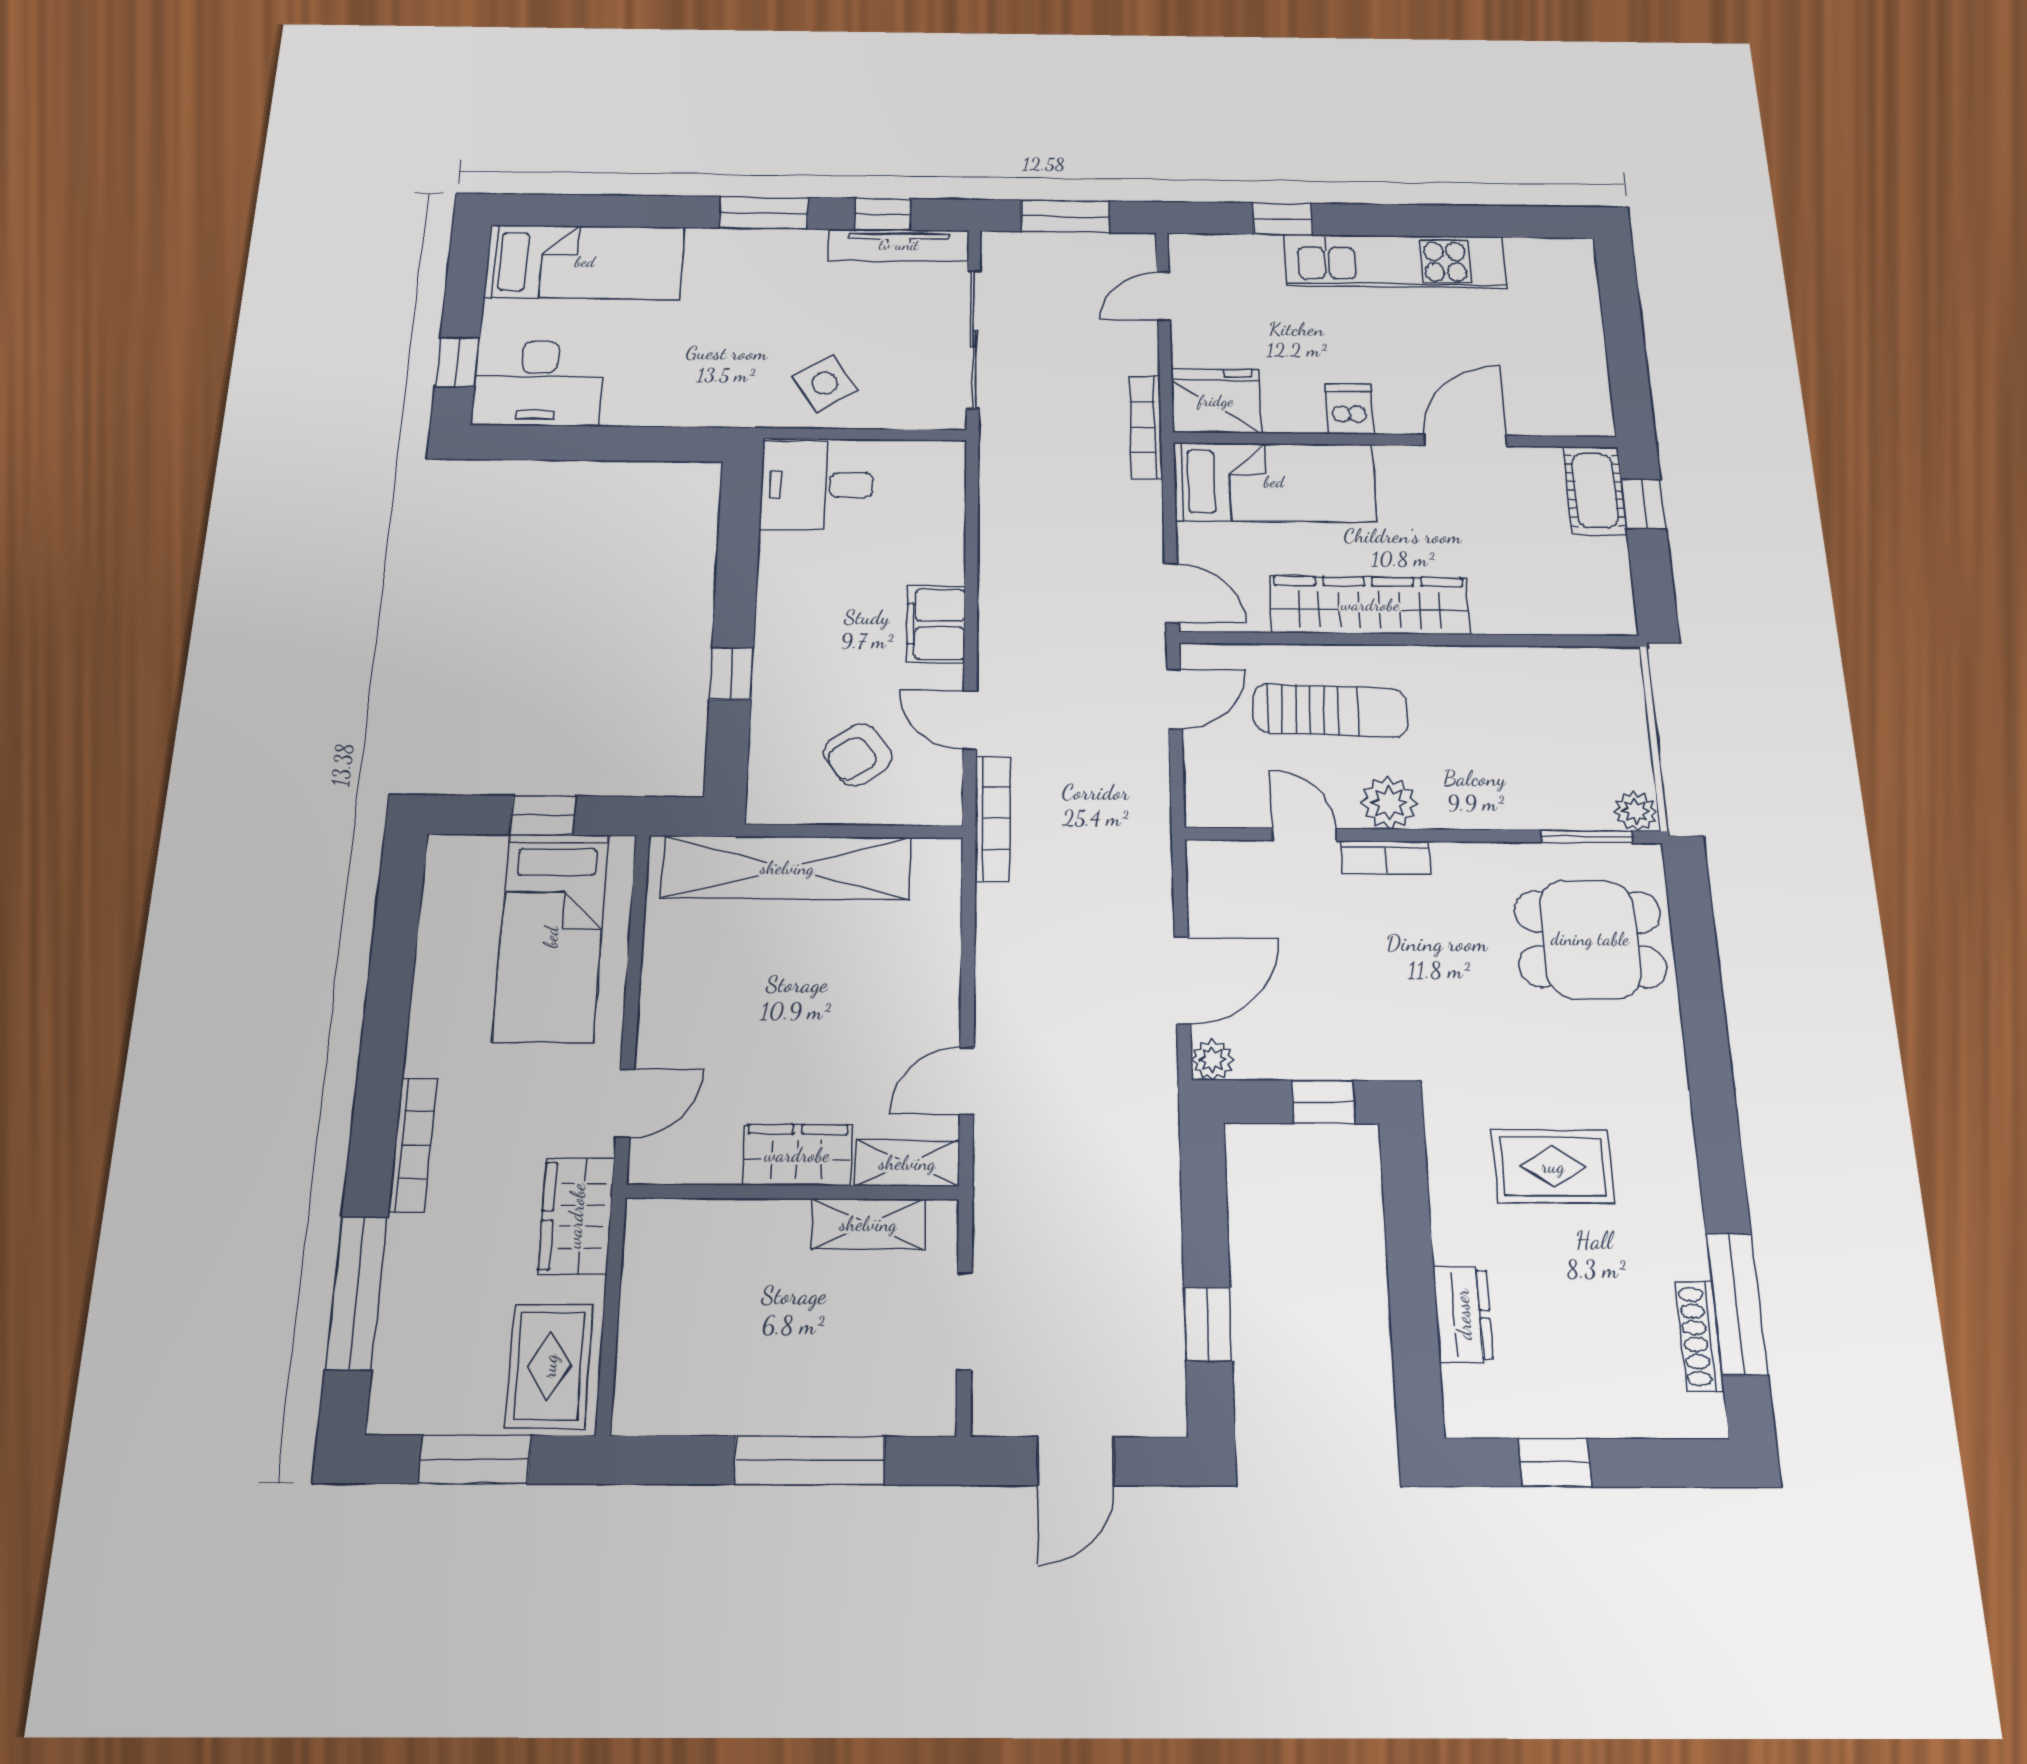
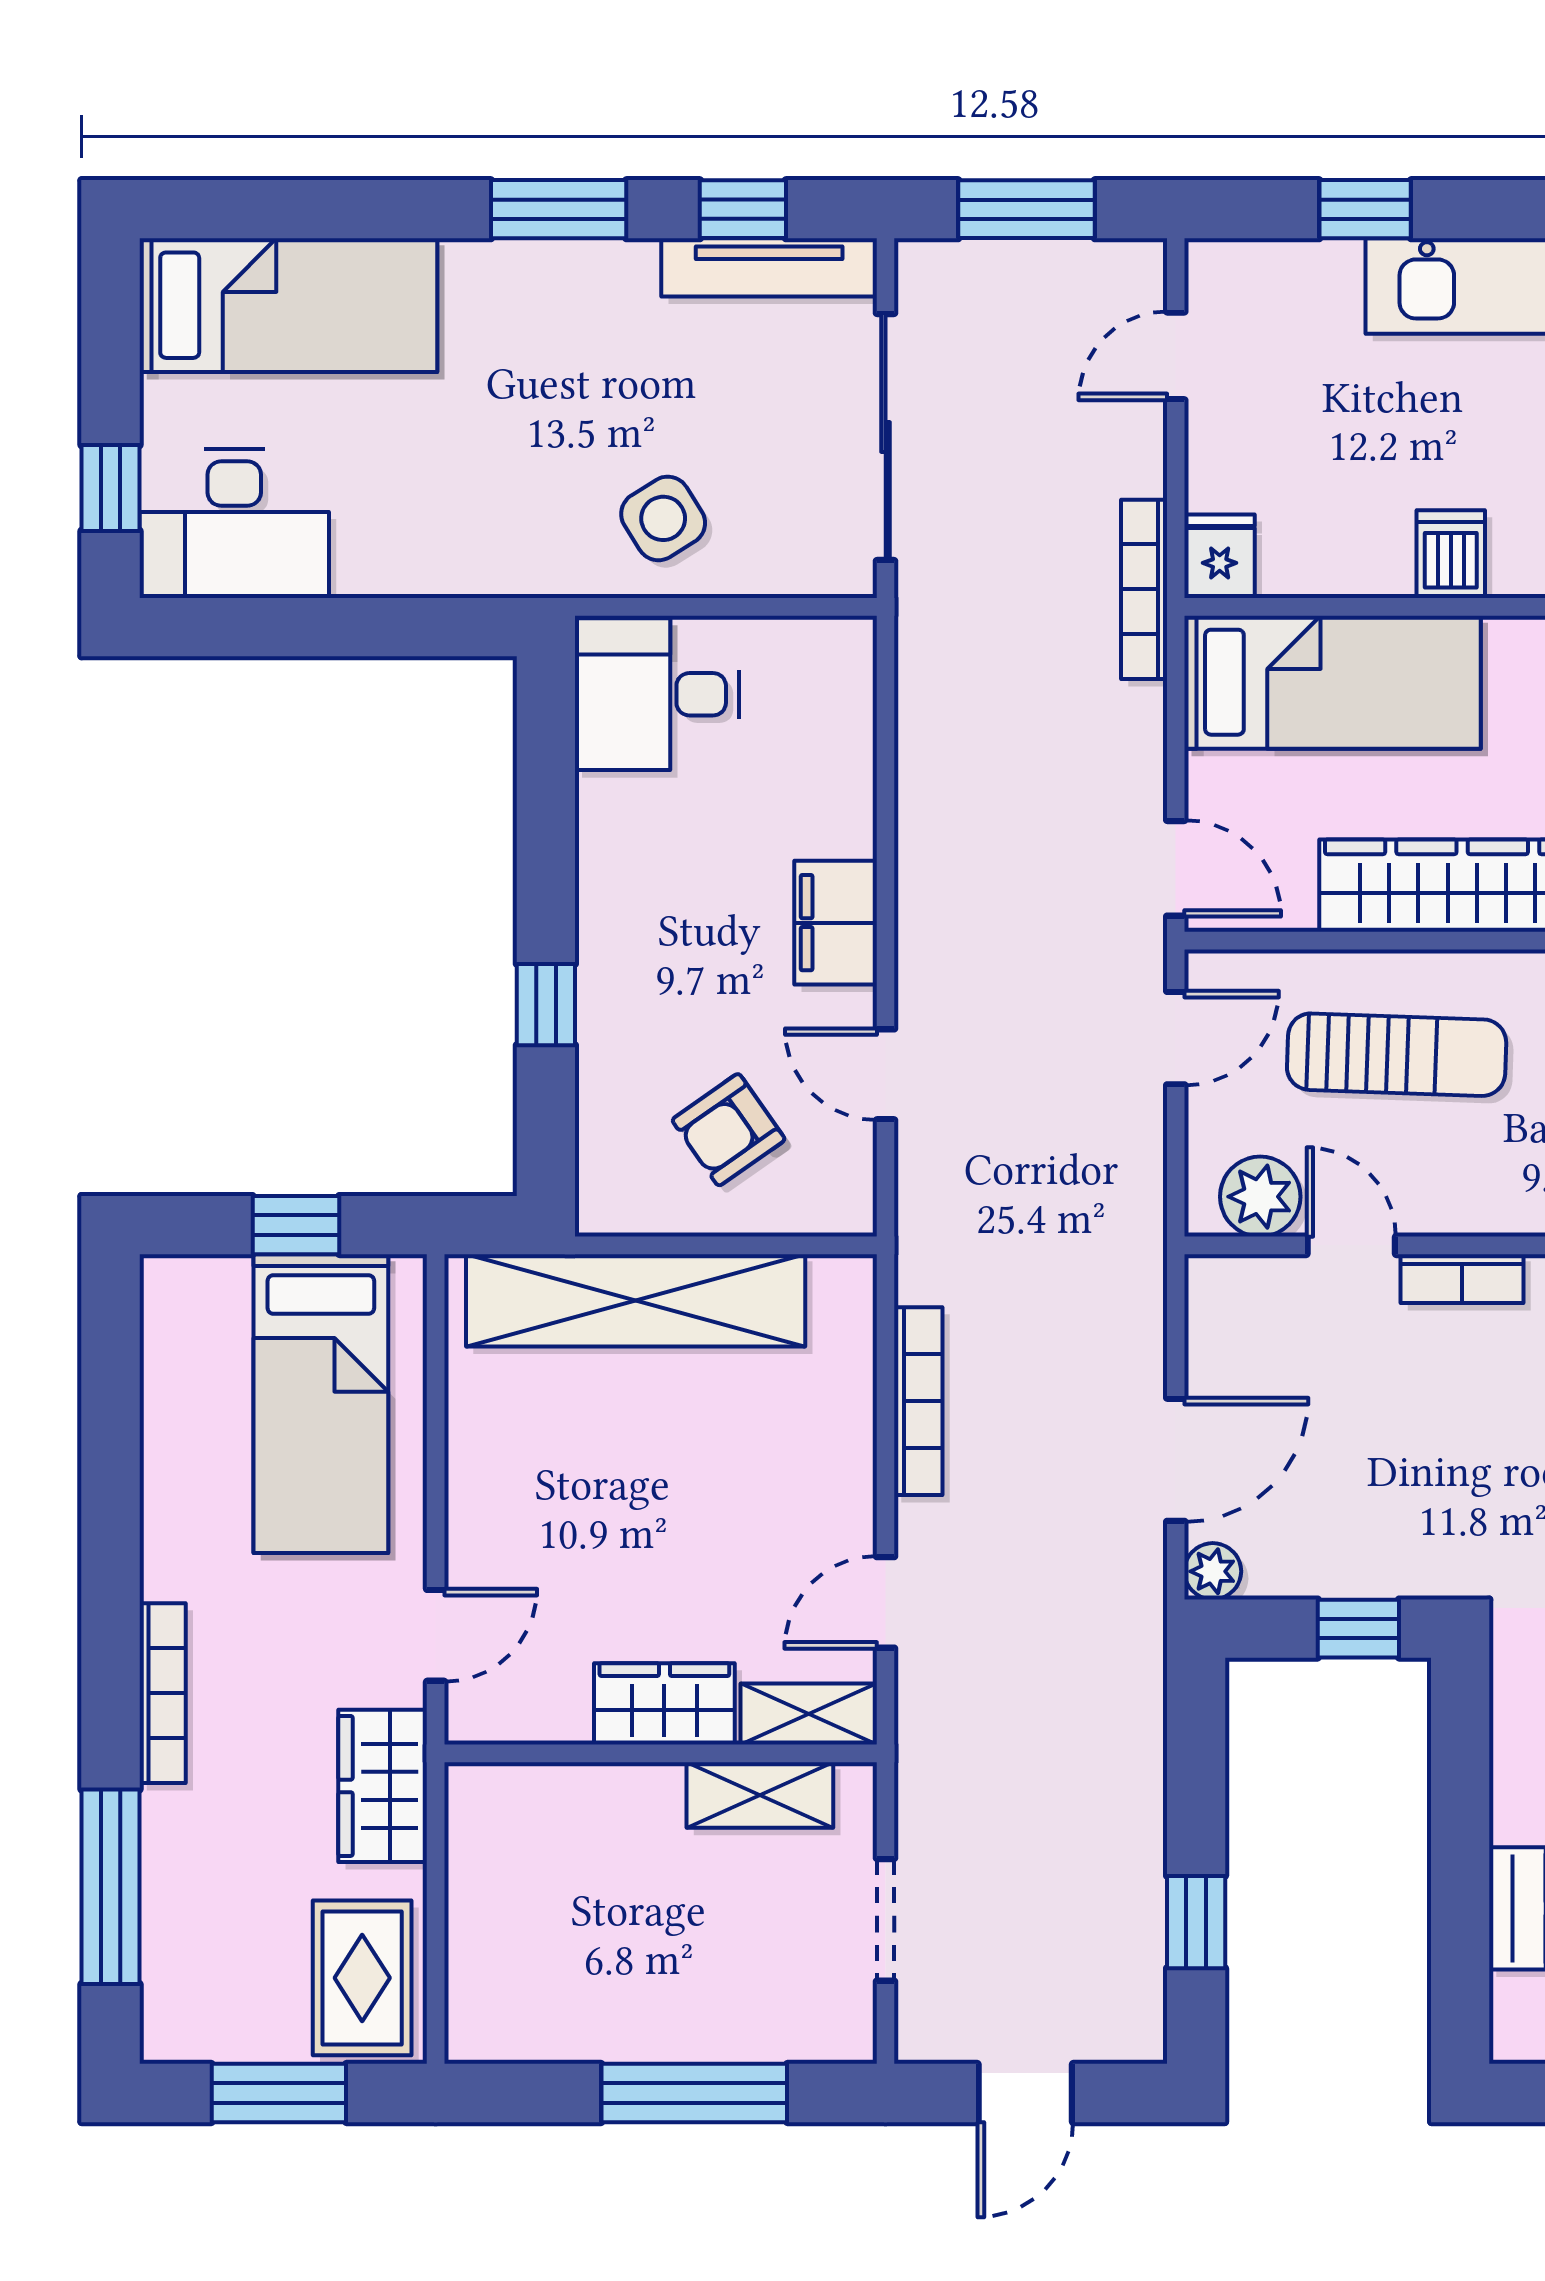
fridge: (1216, 401) -> (1220, 556), width x0.53, depth x0.75
plant: (1389, 803) -> (1260, 1197), moved
bookcase: (993, 818) -> (918, 1401), moved

